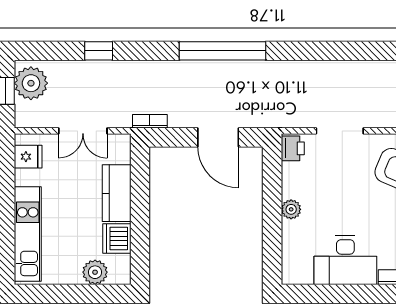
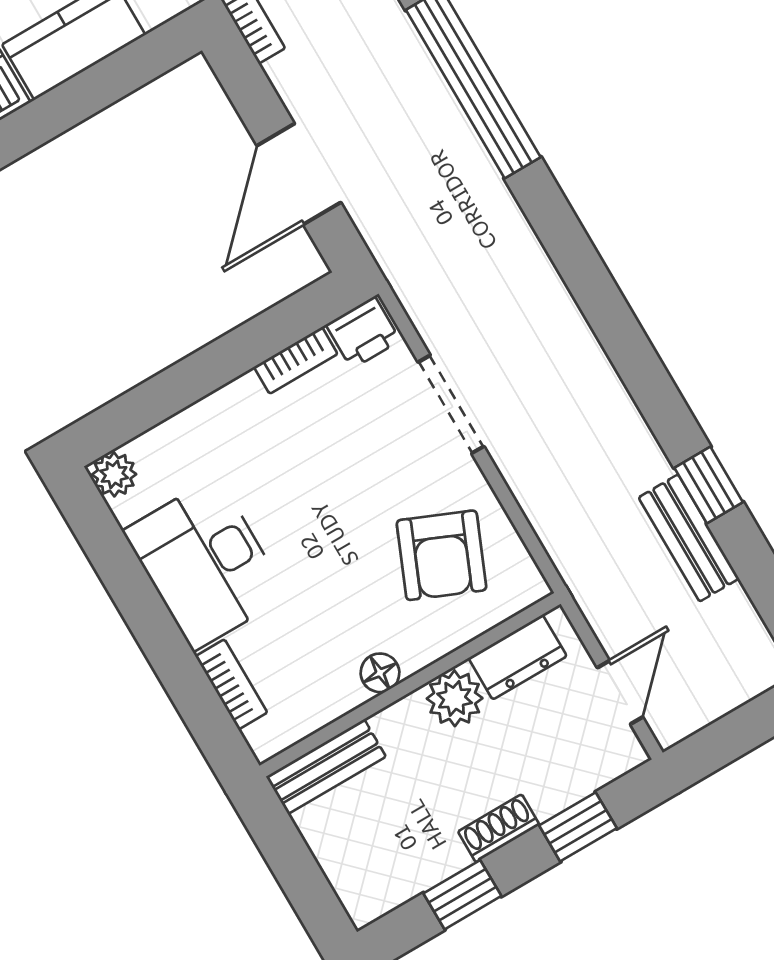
bookcase: (288, 180) -> (296, 360), added
plant: (291, 209) -> (114, 474), moved

